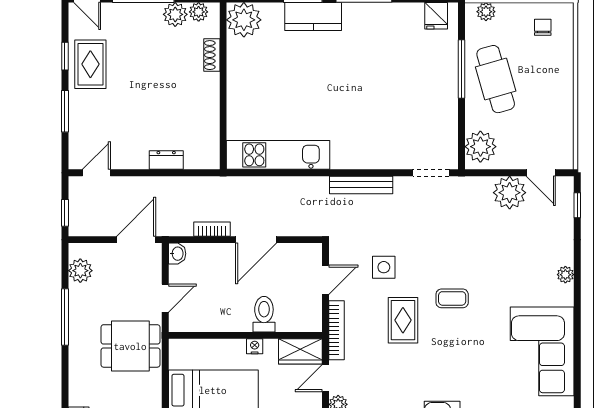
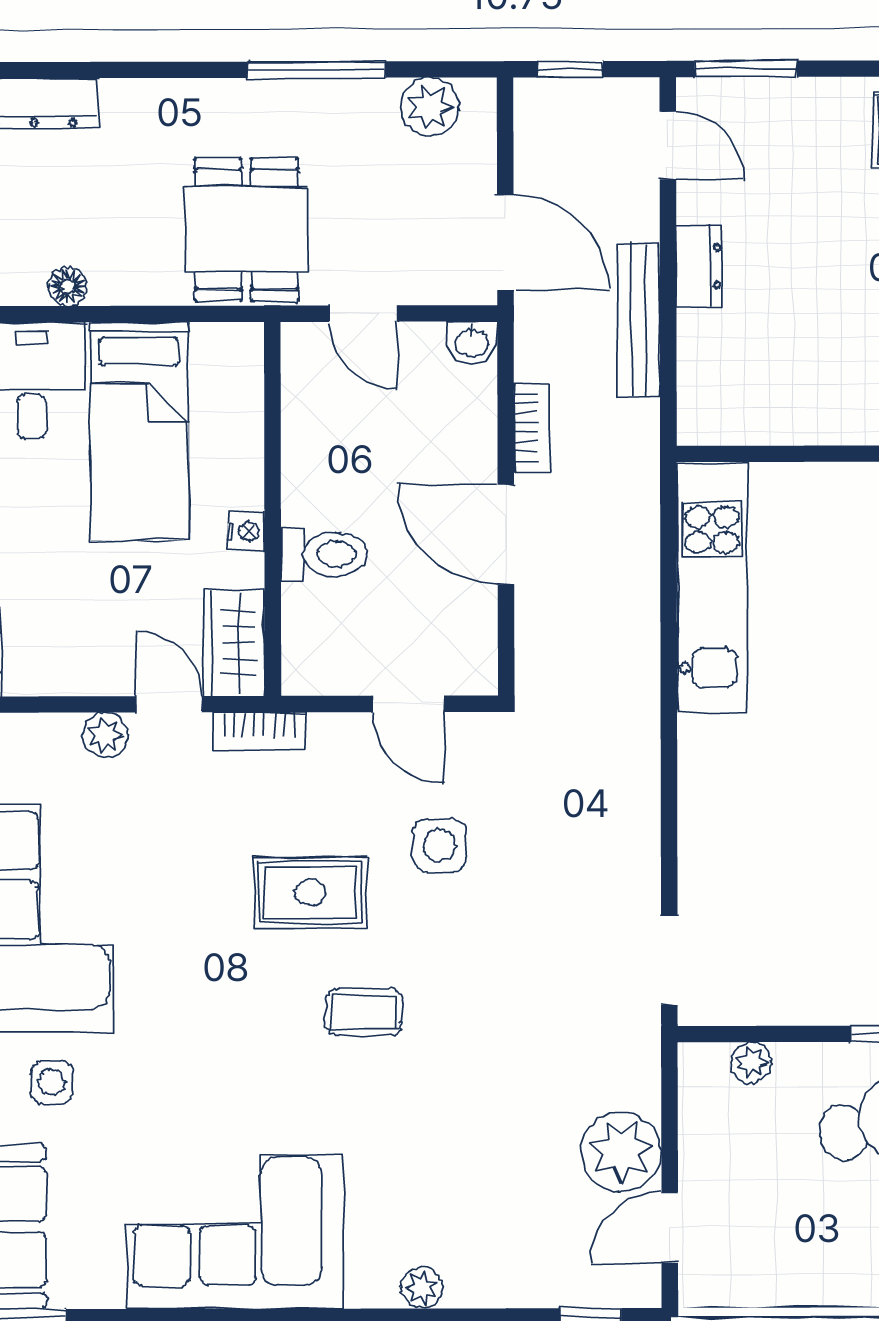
window: (65, 111) -> (746, 69), moved
plant: (480, 147) -> (751, 1063), width x0.53, depth x0.53
dresser: (166, 160) -> (699, 266), moved
bench: (361, 185) -> (639, 320), moved
coffee table: (452, 298) -> (364, 1012), turned 90
bookcase: (336, 330) -> (260, 731), width x0.64

